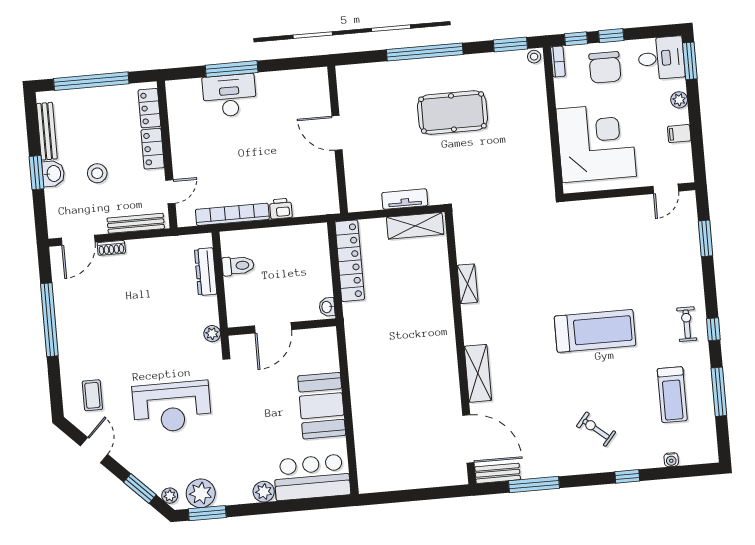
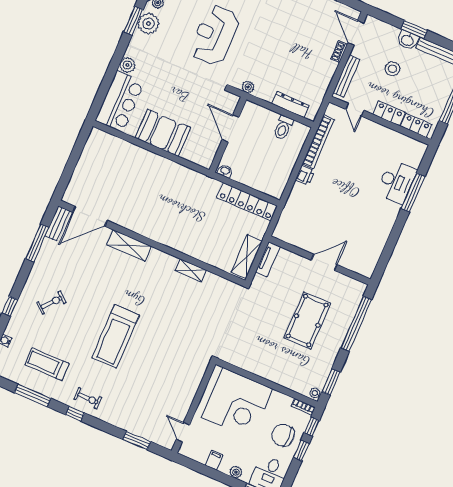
door: (337, 133) -> (324, 262), moved
wall: (338, 140) -> (320, 260), moved

